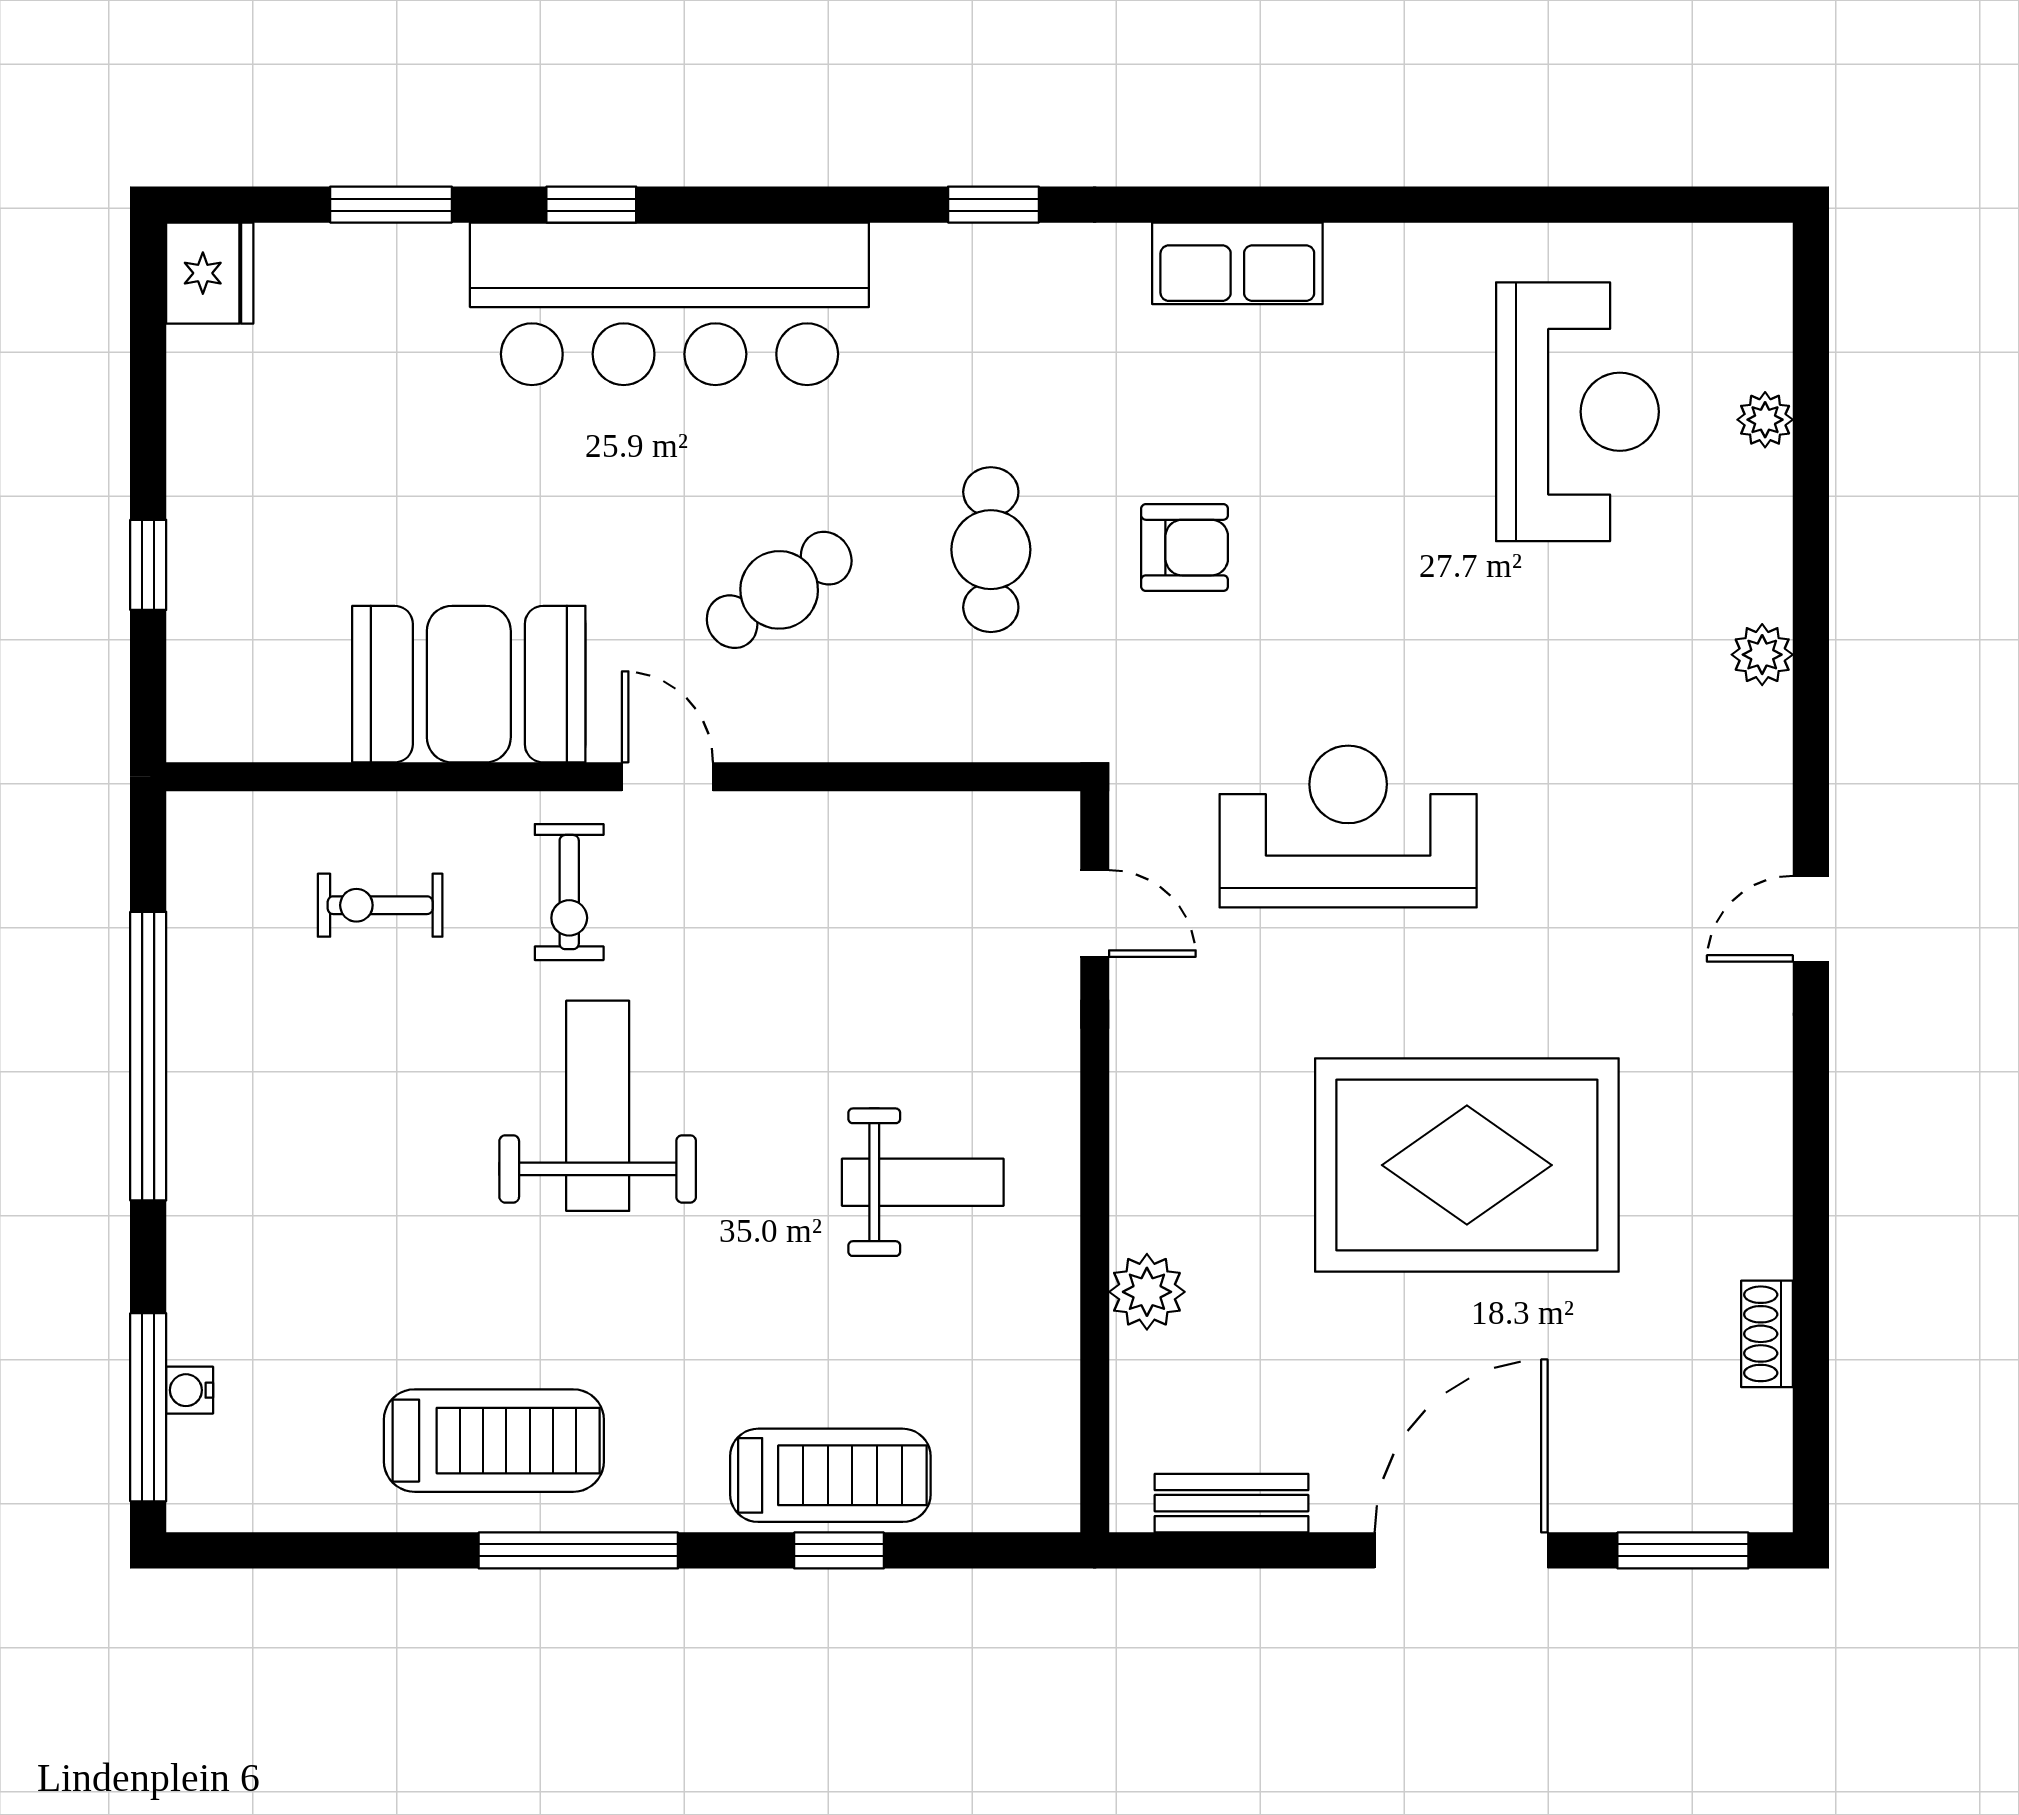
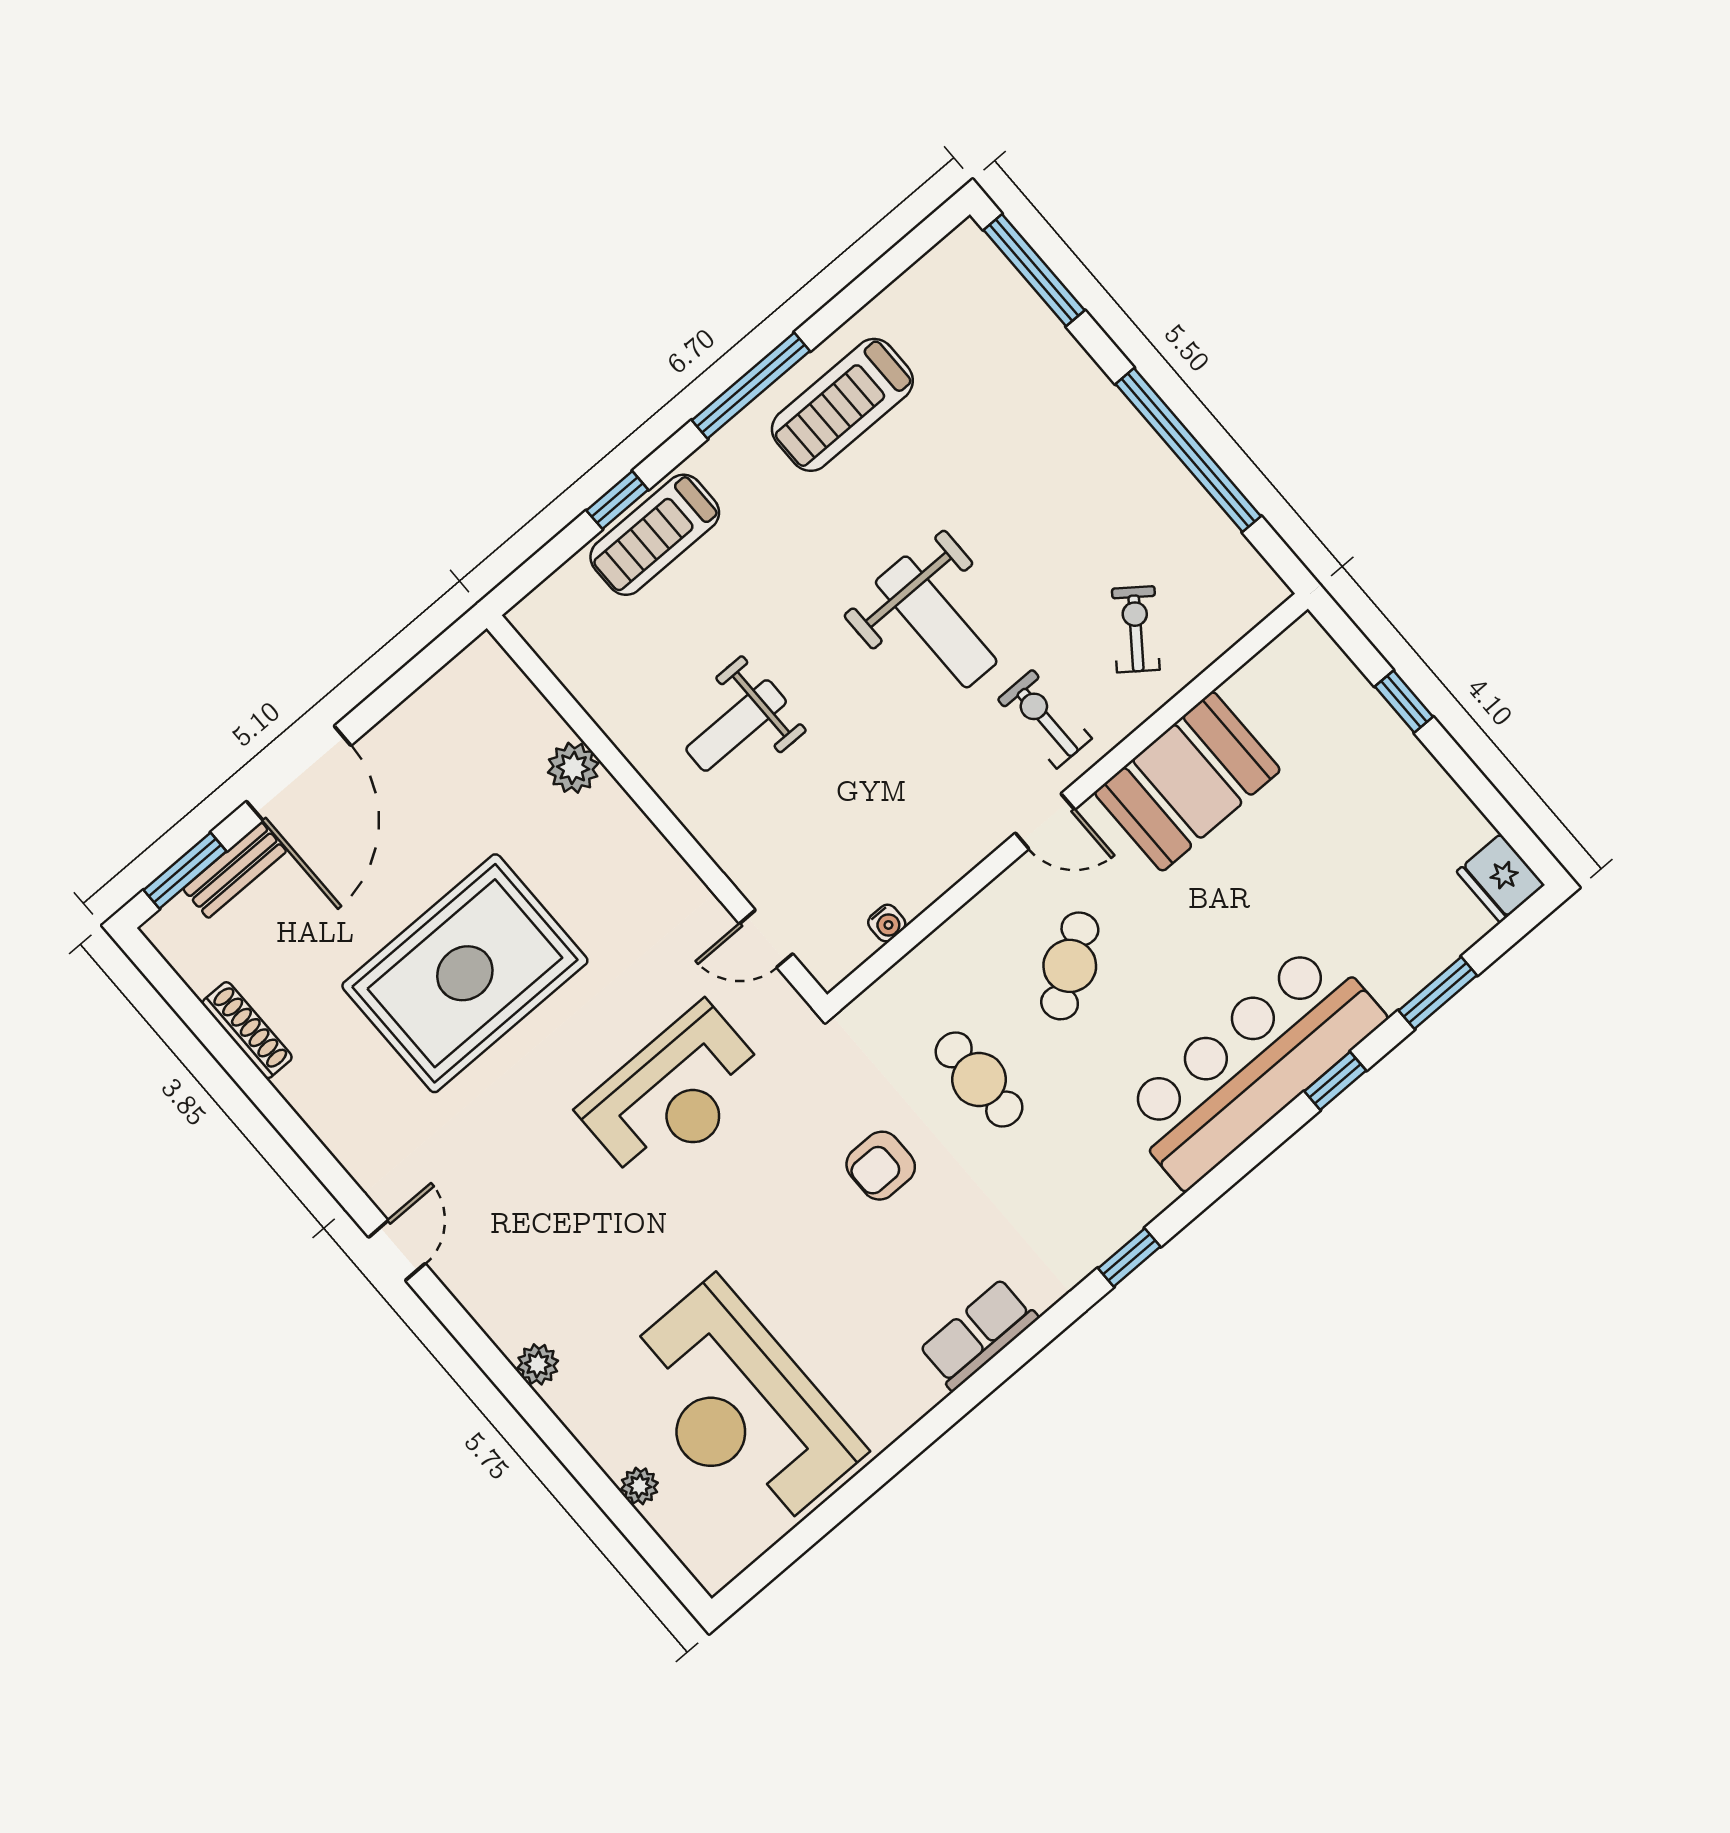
reception desk: (1577, 412) -> (739, 1408), width x1.36, depth x1.30
exercise bike: (380, 905) -> (1136, 629), turned -53
shoe rack: (1767, 1334) -> (247, 1030), width x1.43
water cooler: (190, 1390) -> (887, 923), moved, turned 90
bench: (1231, 1503) -> (235, 870), moved

